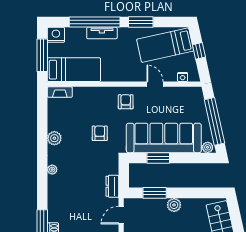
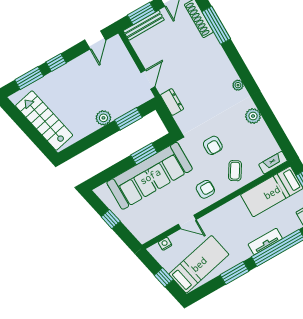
armchair: (126, 102) -> (205, 189), turned -90
coffee table: (94, 103) -> (235, 171), added
window: (214, 121) -> (111, 219), width x0.32
plant: (208, 147) -> (103, 191), removed

